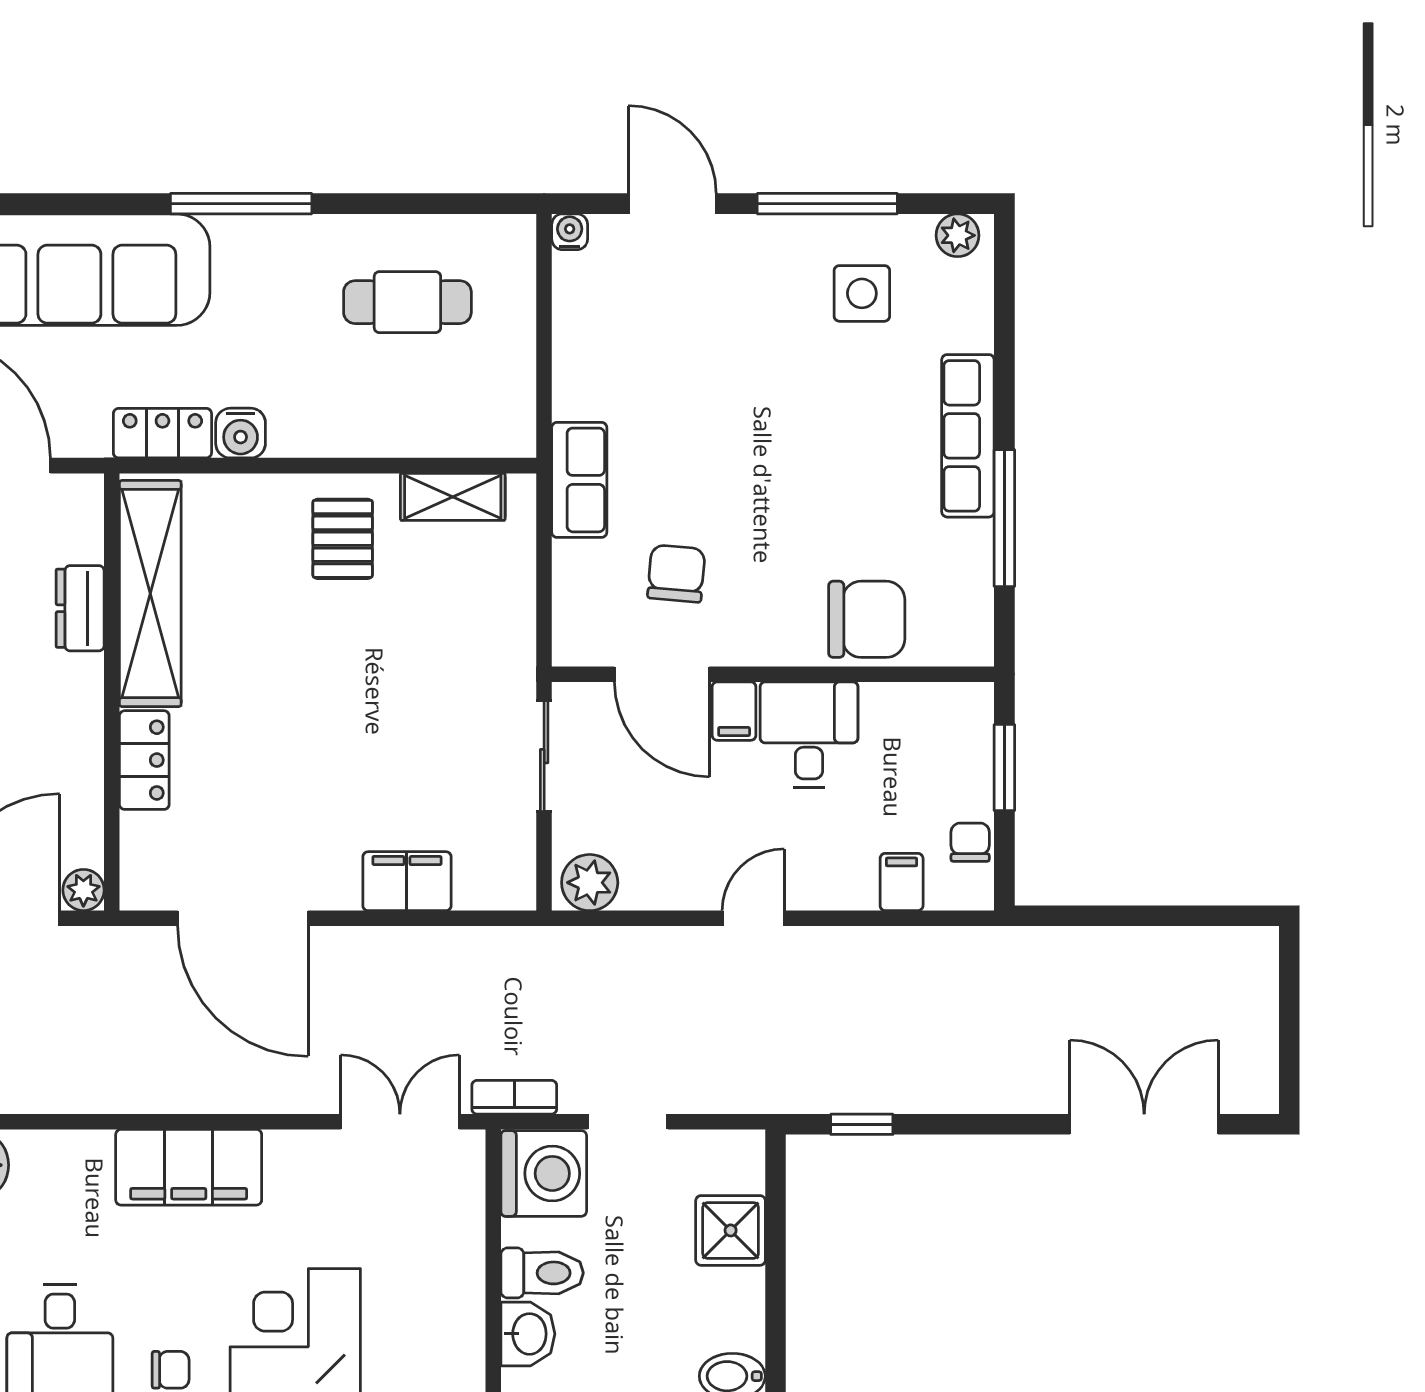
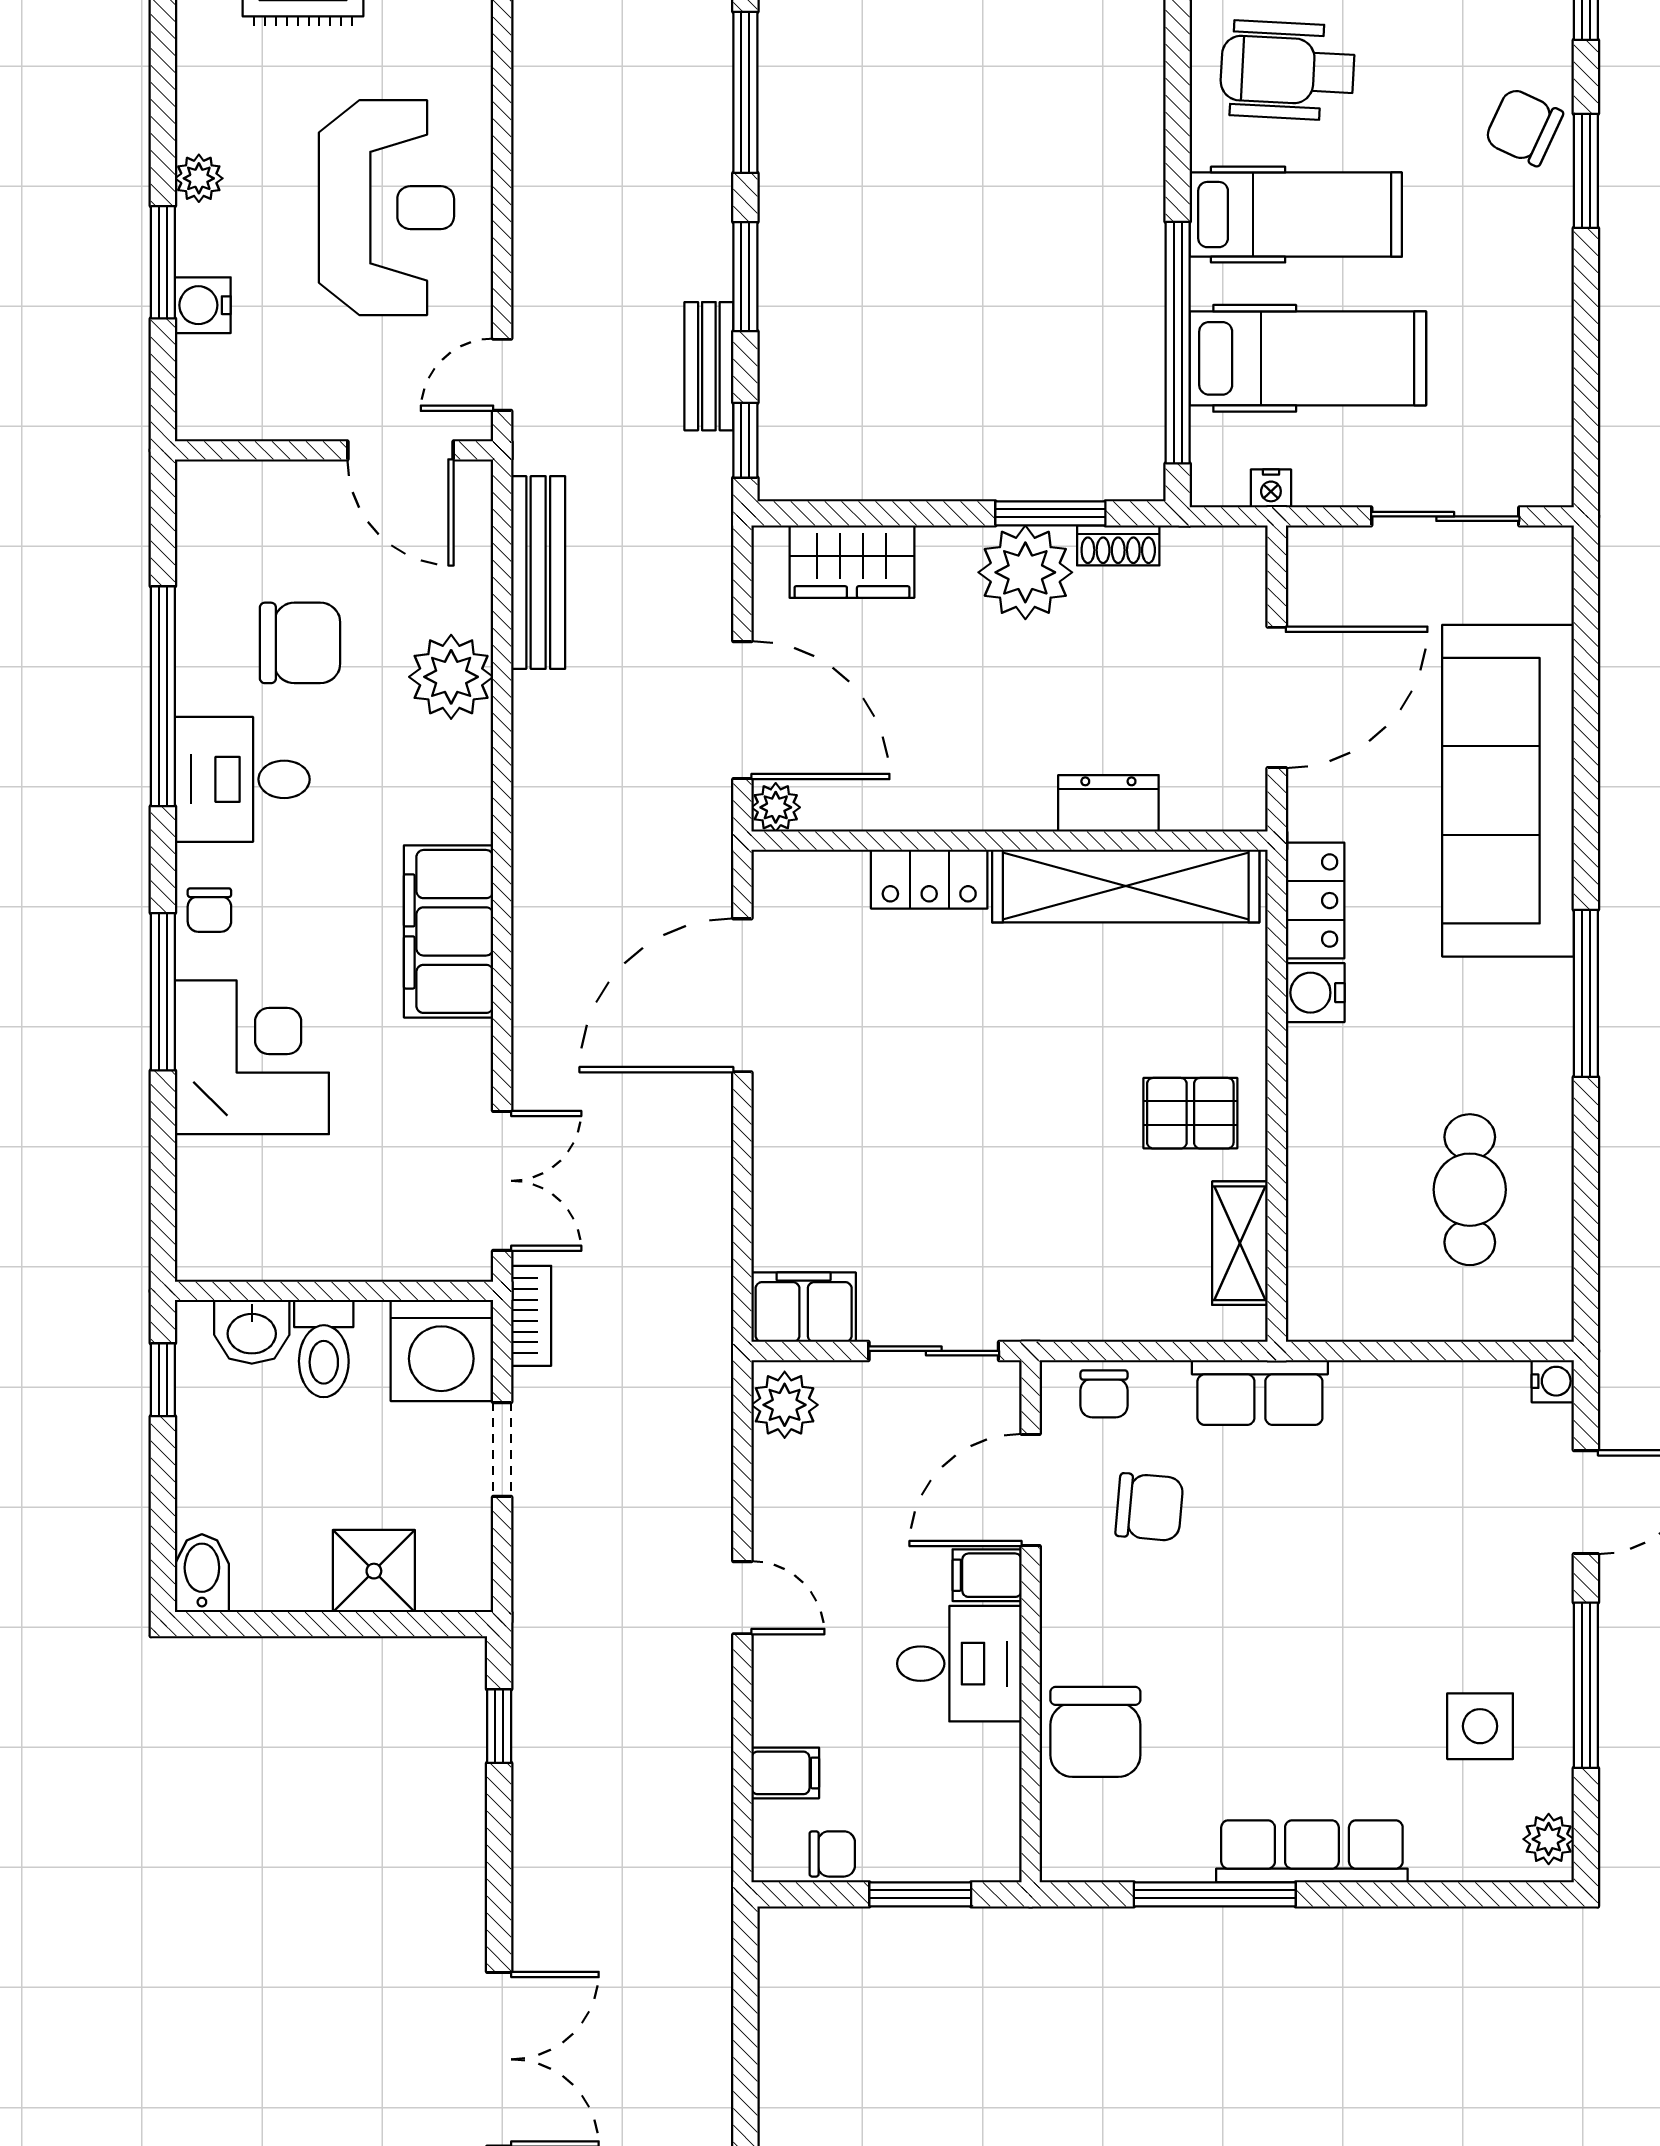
chair: (580, 612) -> (1104, 1394), added
filing cabinet: (407, 881) -> (804, 1307), moved, turned -90

